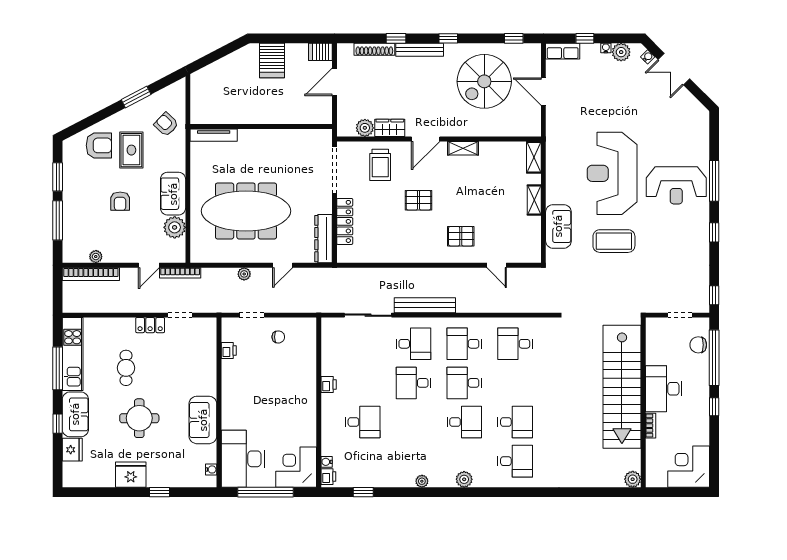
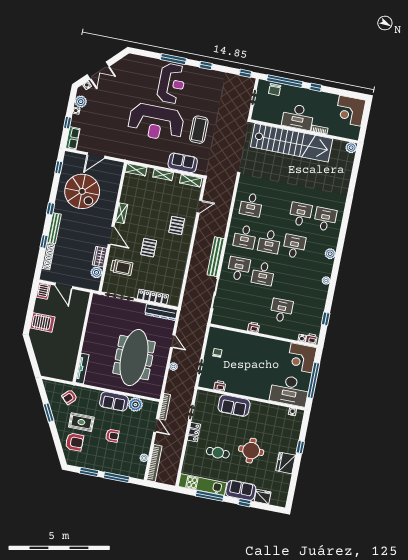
armchair: (99, 145) -> (74, 442), turned 90
shelving: (534, 244) -> (191, 181), added
sofa: (203, 420) -> (234, 406), moved

